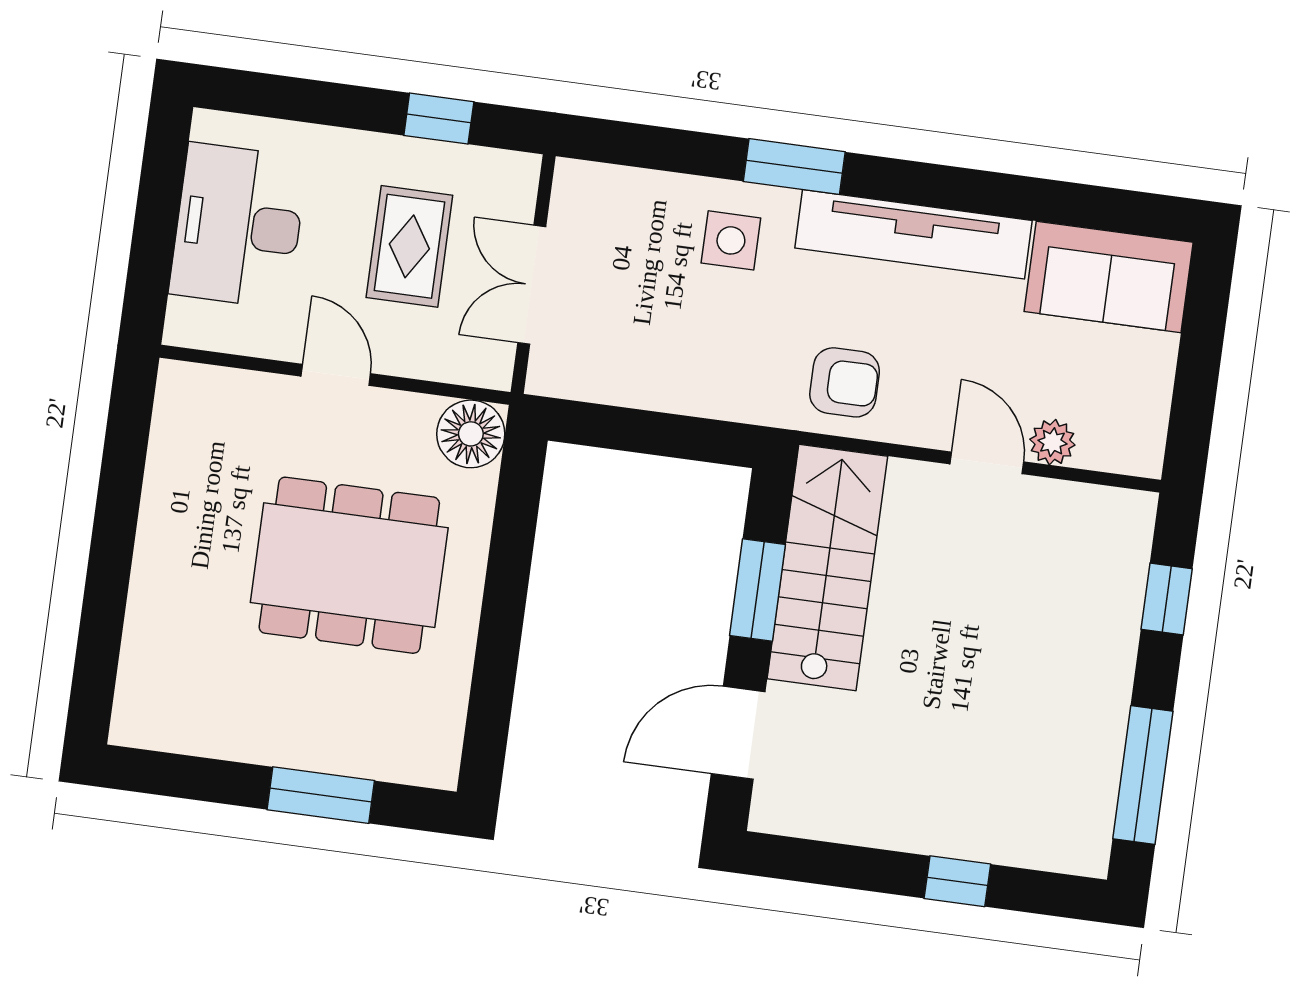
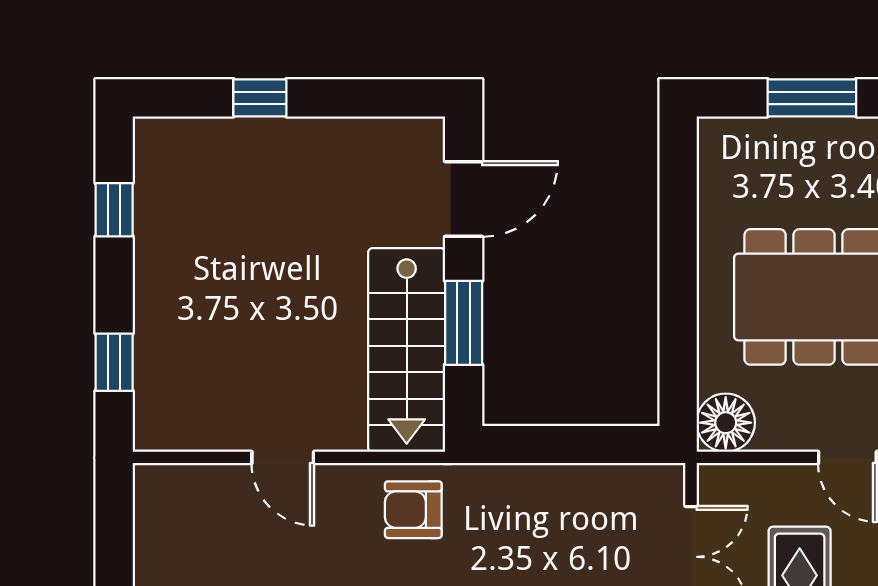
plant: (1052, 442) -> (229, 483), removed
window: (1143, 775) -> (114, 210), width x0.46

